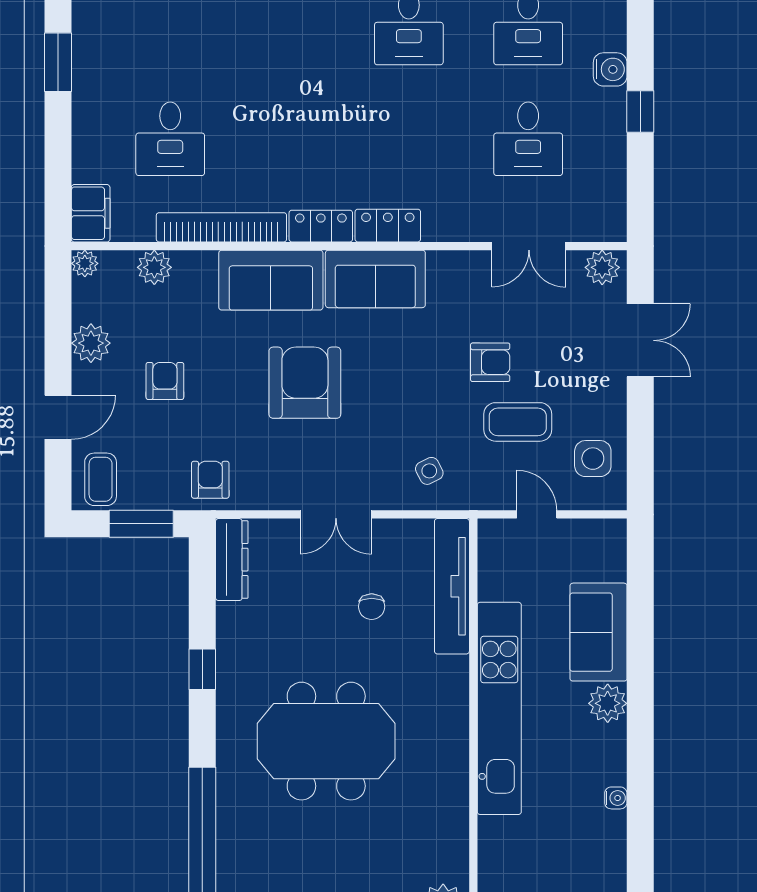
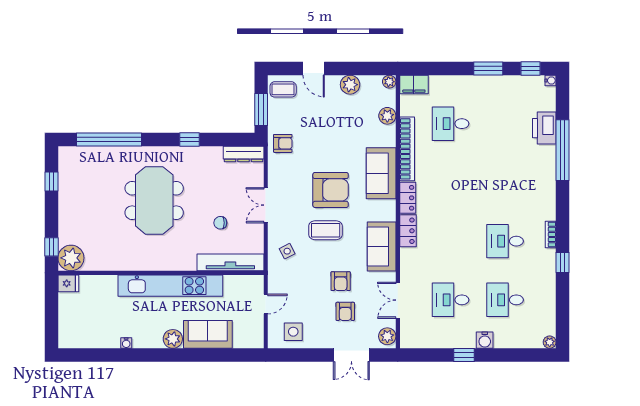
sofa: (375, 279) -> (382, 246), moved
armchair: (165, 381) -> (345, 311), moved, turned 90
coffee table: (518, 422) -> (326, 230), moved, turned 90

